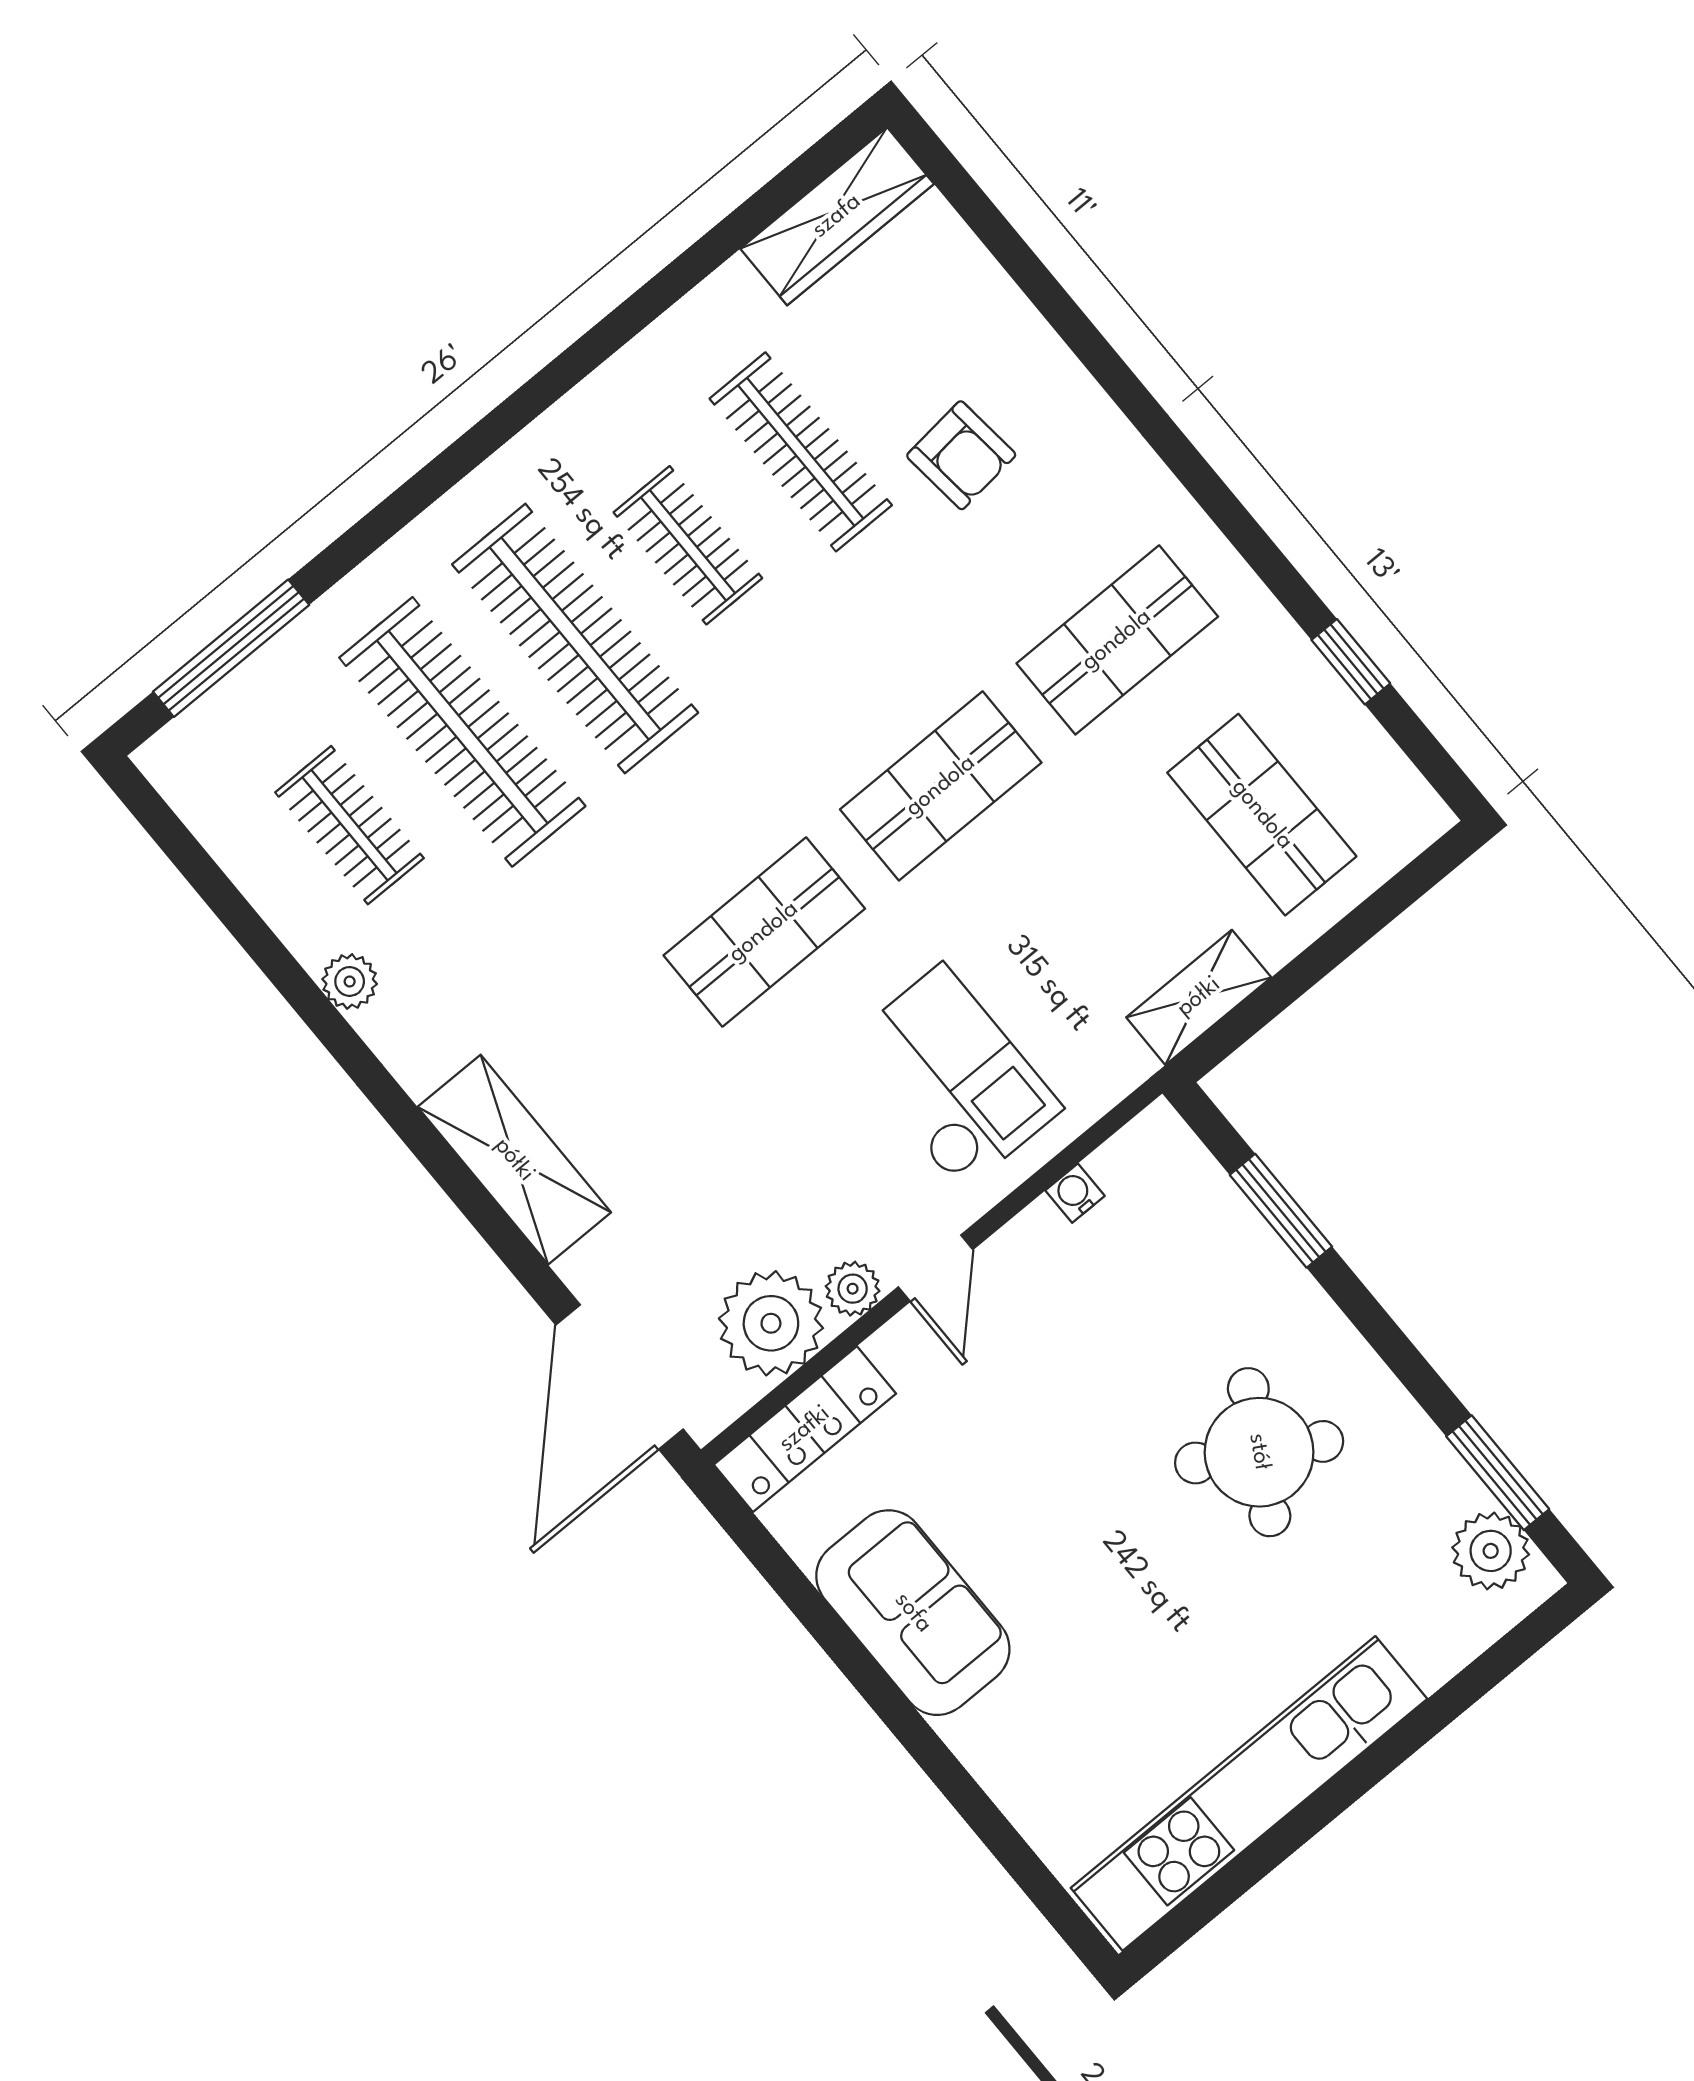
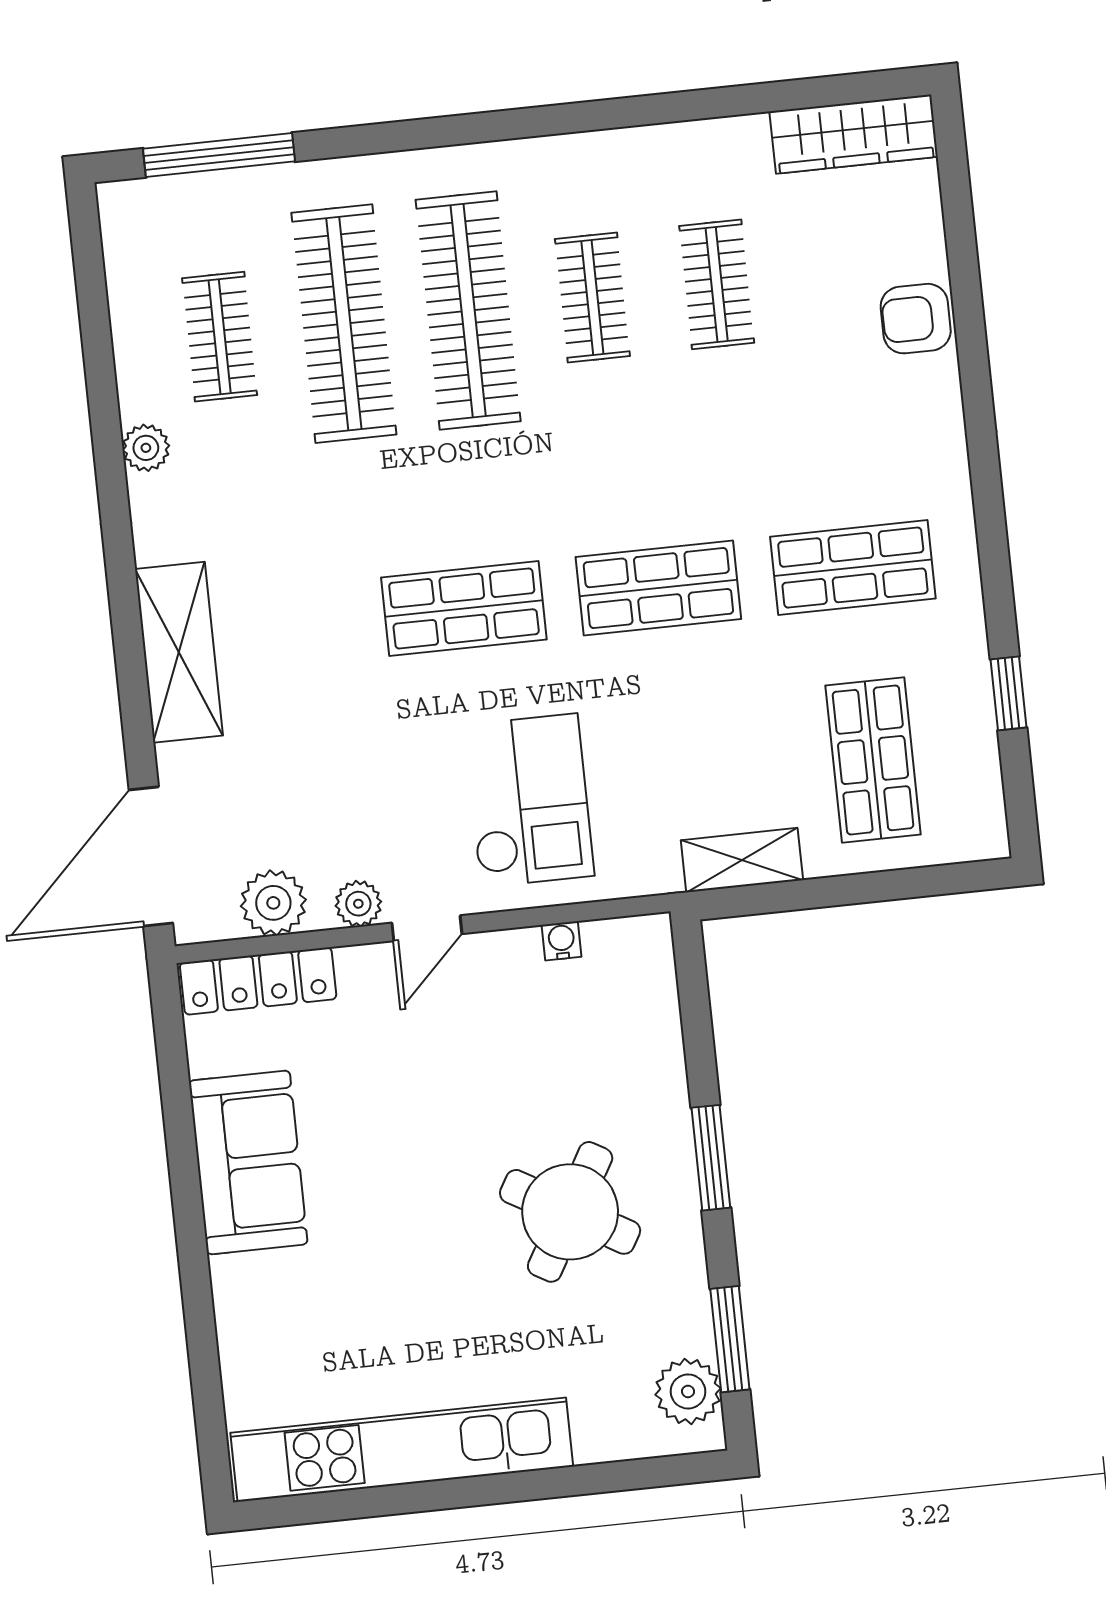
clothes rail: (801, 452) -> (717, 284), width x0.73
armchair: (961, 455) -> (916, 319), moved, turned 96
window: (1281, 1211) -> (711, 1158), moved
plant: (771, 1323) -> (273, 903), width x0.73, depth x0.73

